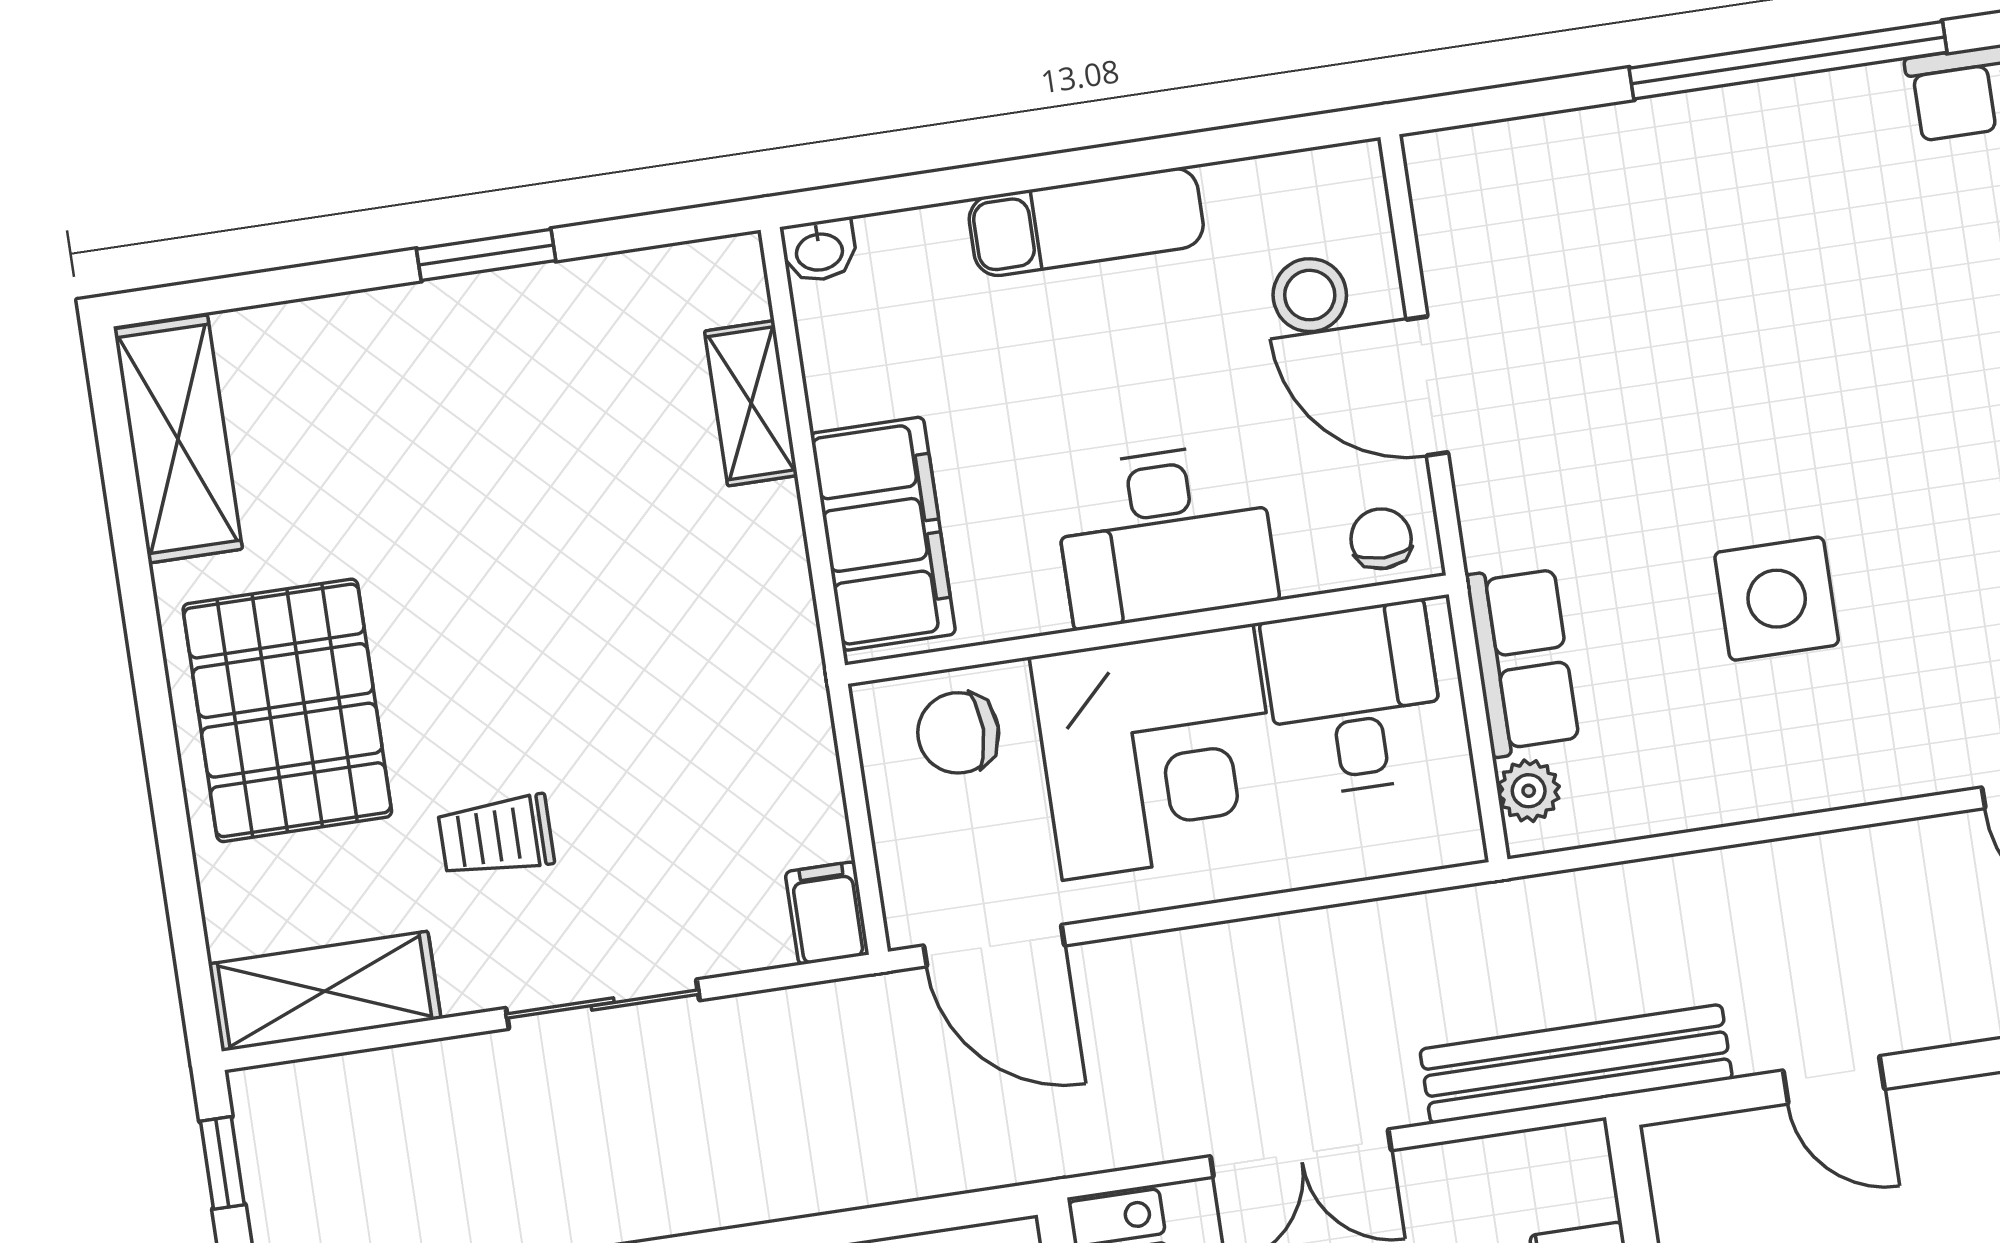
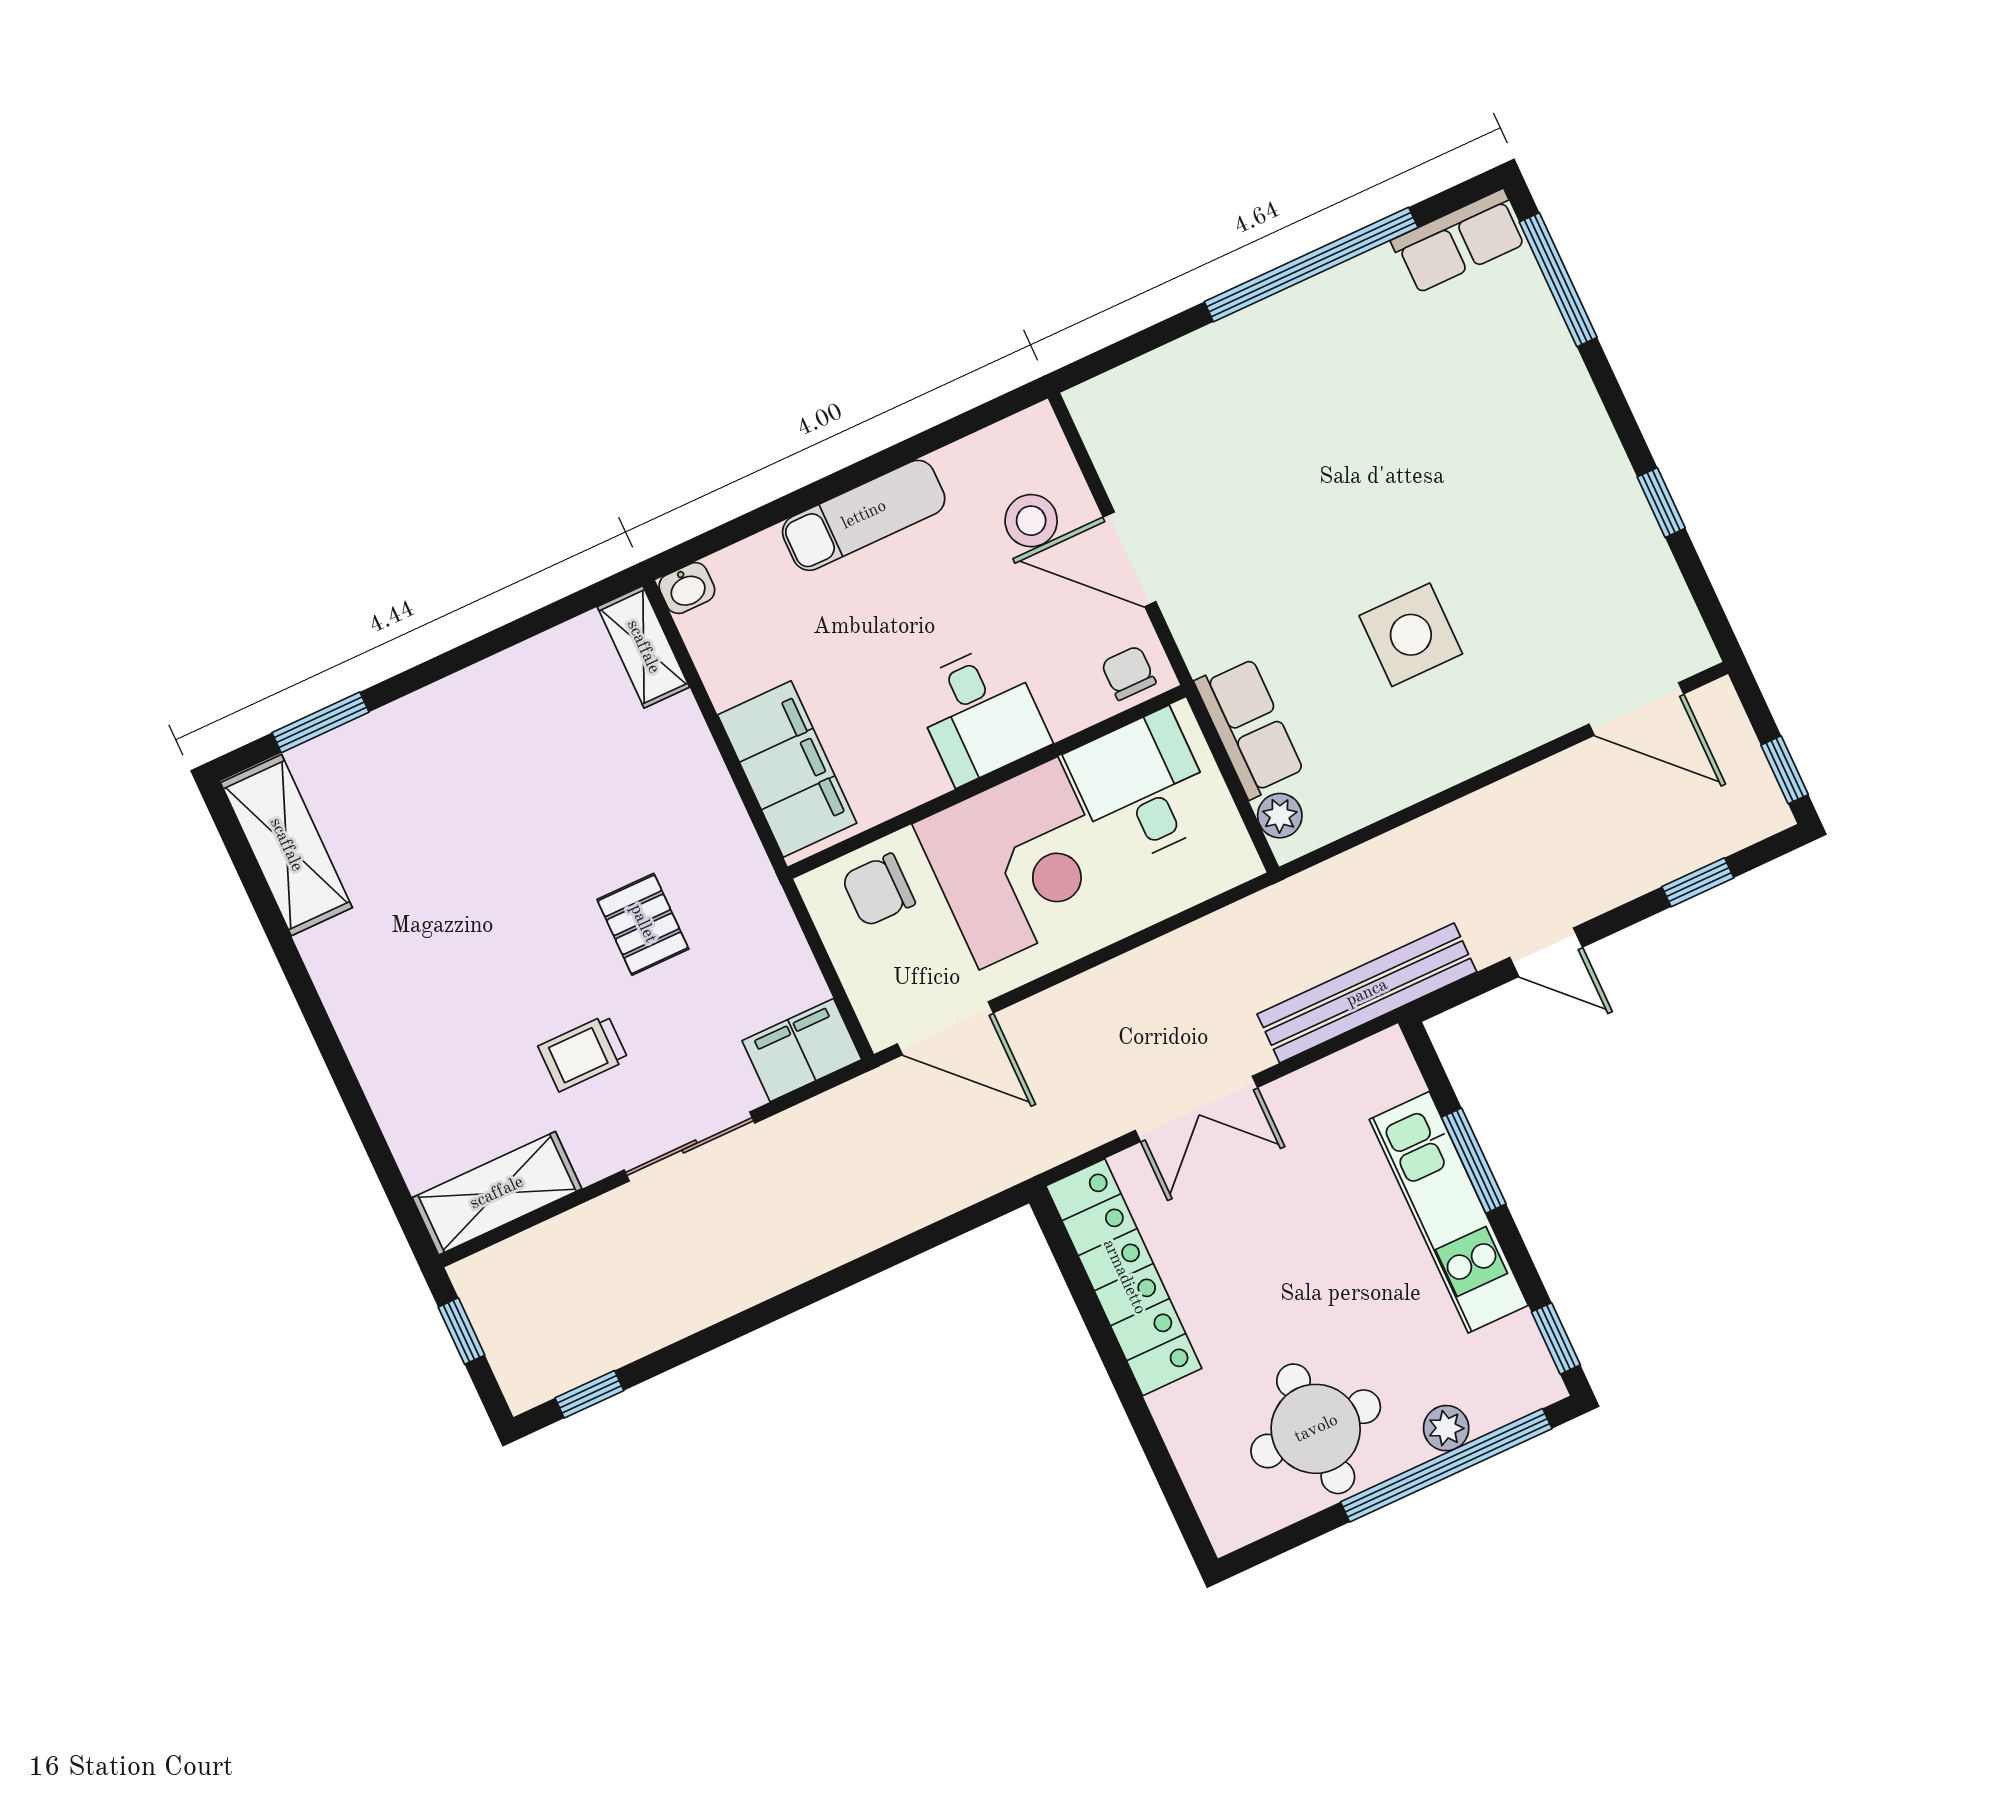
window: (486, 255) -> (320, 722), moved
shelving: (751, 403) -> (643, 647), moved
desk: (1165, 535) -> (980, 713), width x0.73
pallet: (287, 710) -> (643, 924), moved, width x0.49, depth x0.50
filing cabinet: (827, 913) -> (802, 1050), width x2.00

